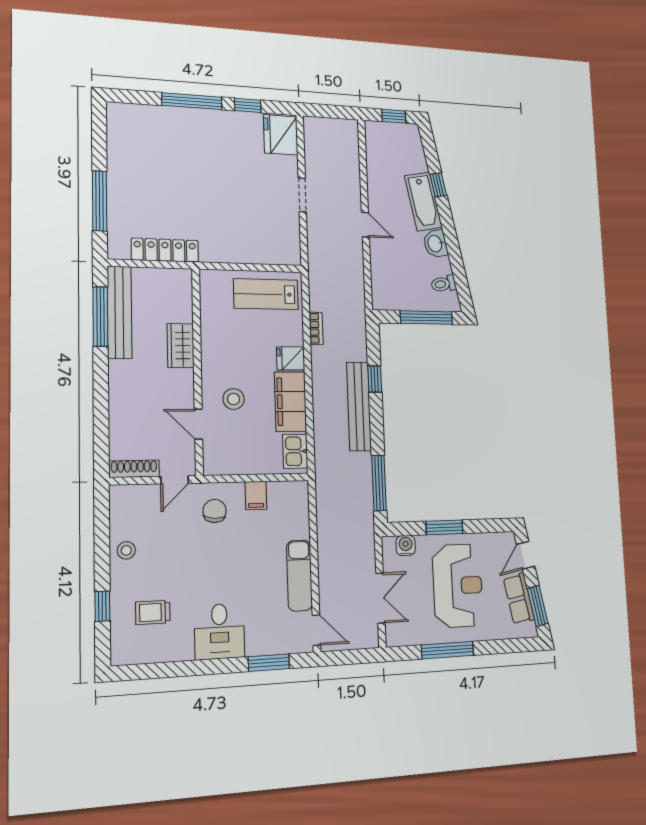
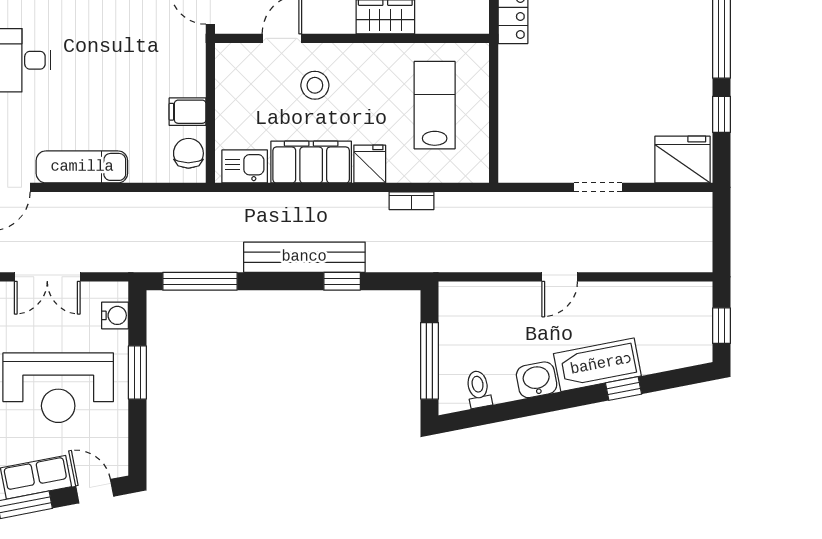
lab bench: (266, 294) -> (435, 105), moved
chair: (215, 511) -> (188, 153), moved, turned -95

